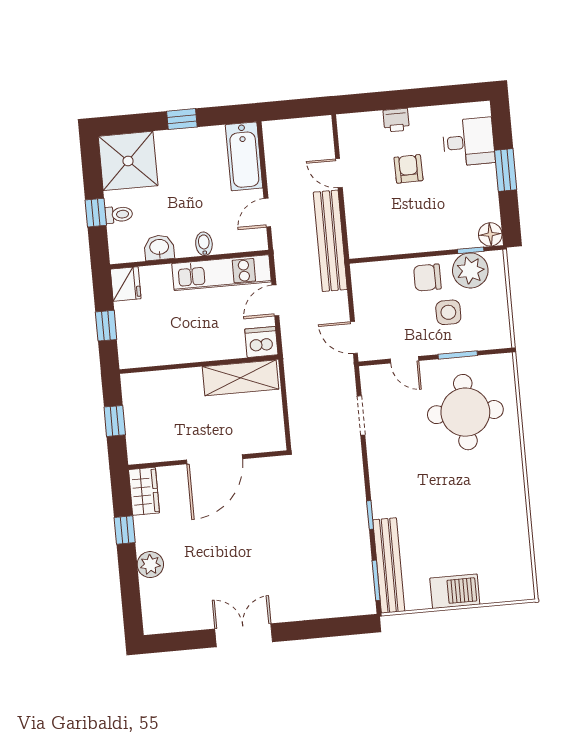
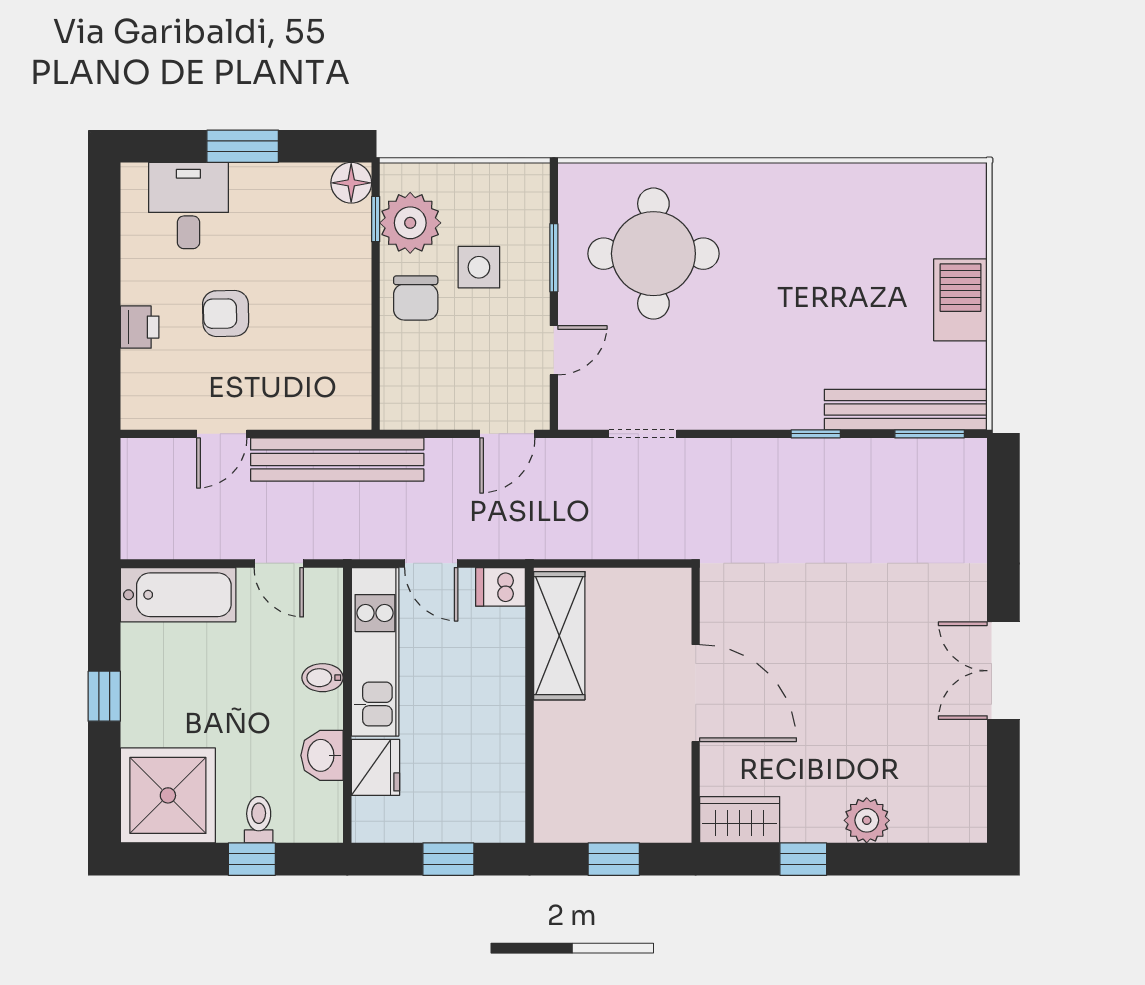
fridge: (126, 284) -> (375, 767), moved, turned 90
dishwasher: (261, 342) -> (501, 587), width x0.73

